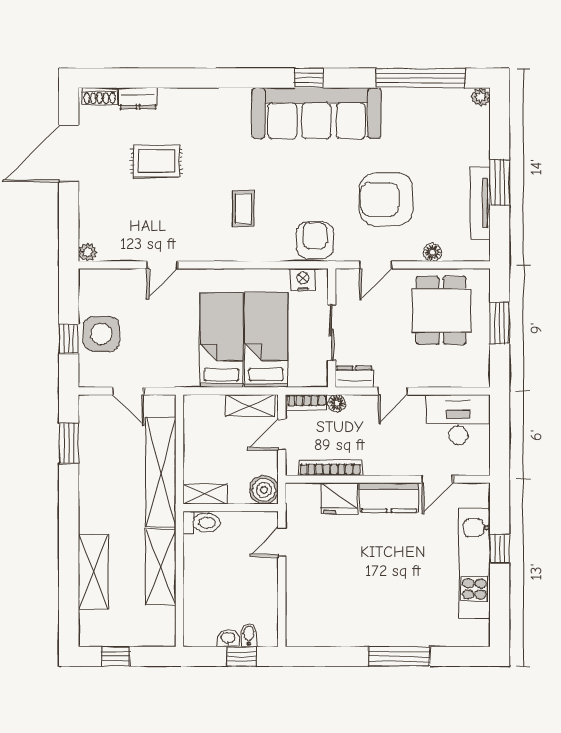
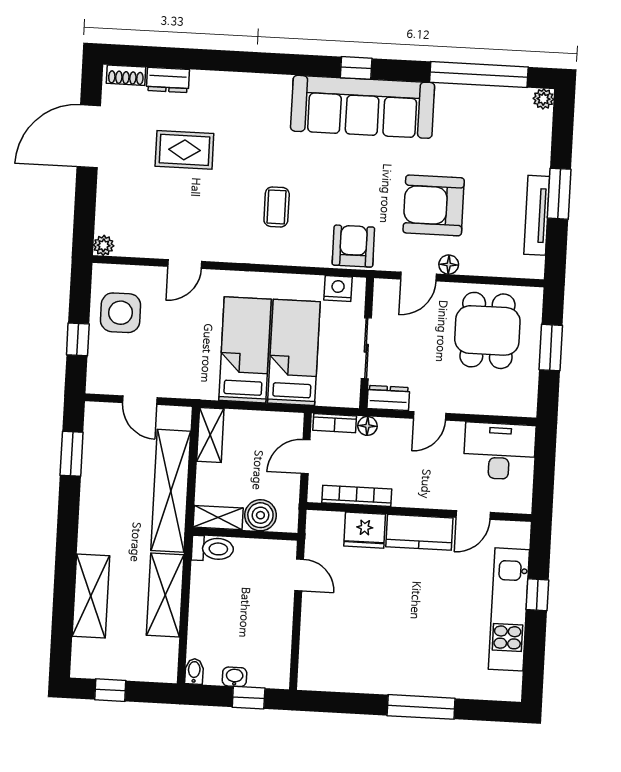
floor lamp: (433, 252) -> (449, 265), moved
side table: (101, 334) -> (121, 313), moved
shelving: (250, 406) -> (210, 435), moved, turned 90
boiler: (264, 490) -> (260, 515), moved
door: (282, 542) -> (299, 575), swing flipped
bidet: (249, 635) -> (194, 671), moved

